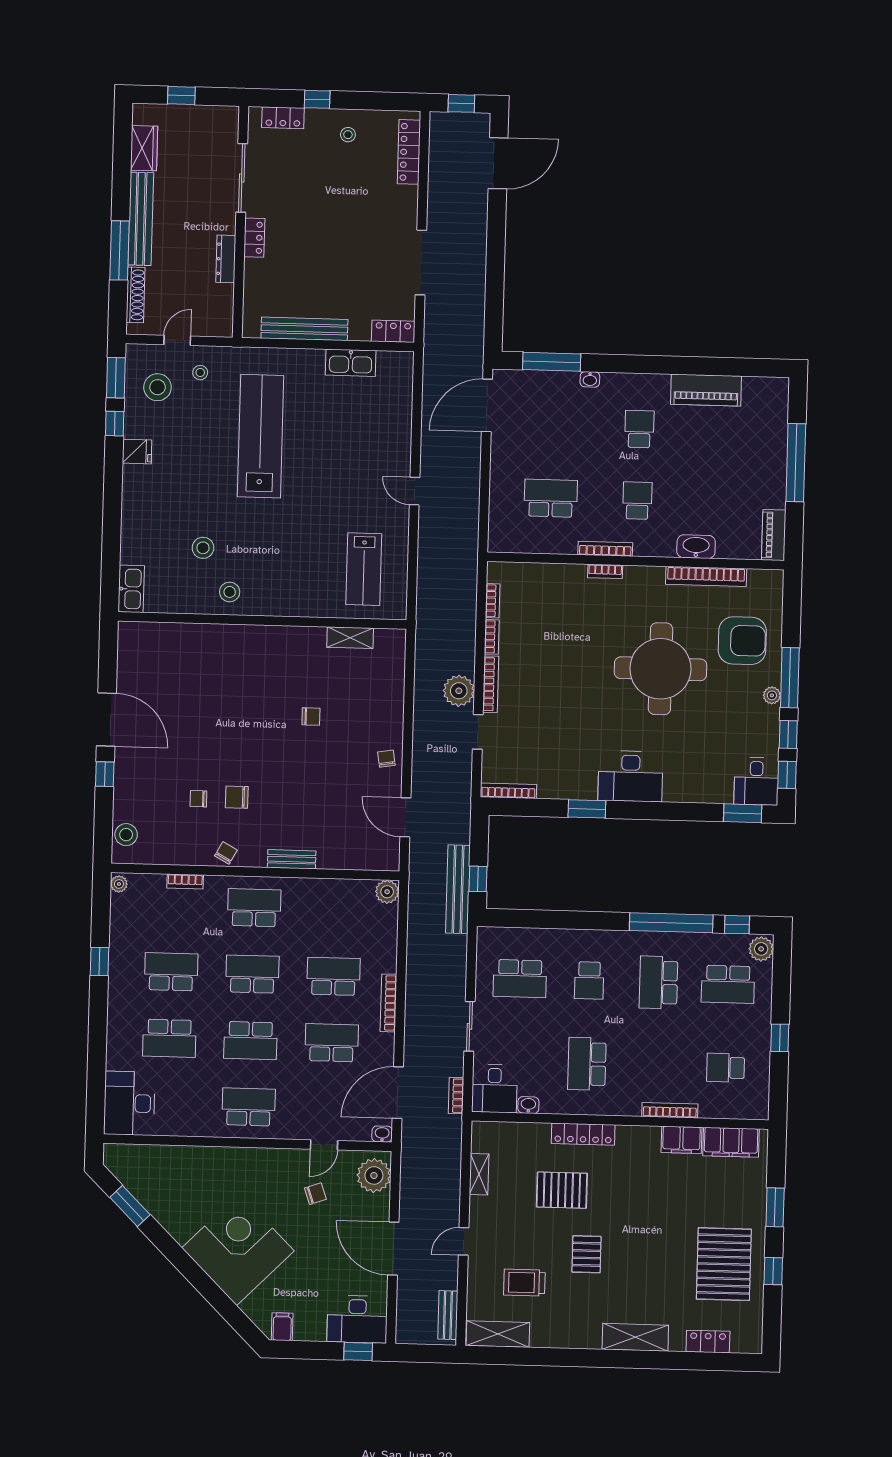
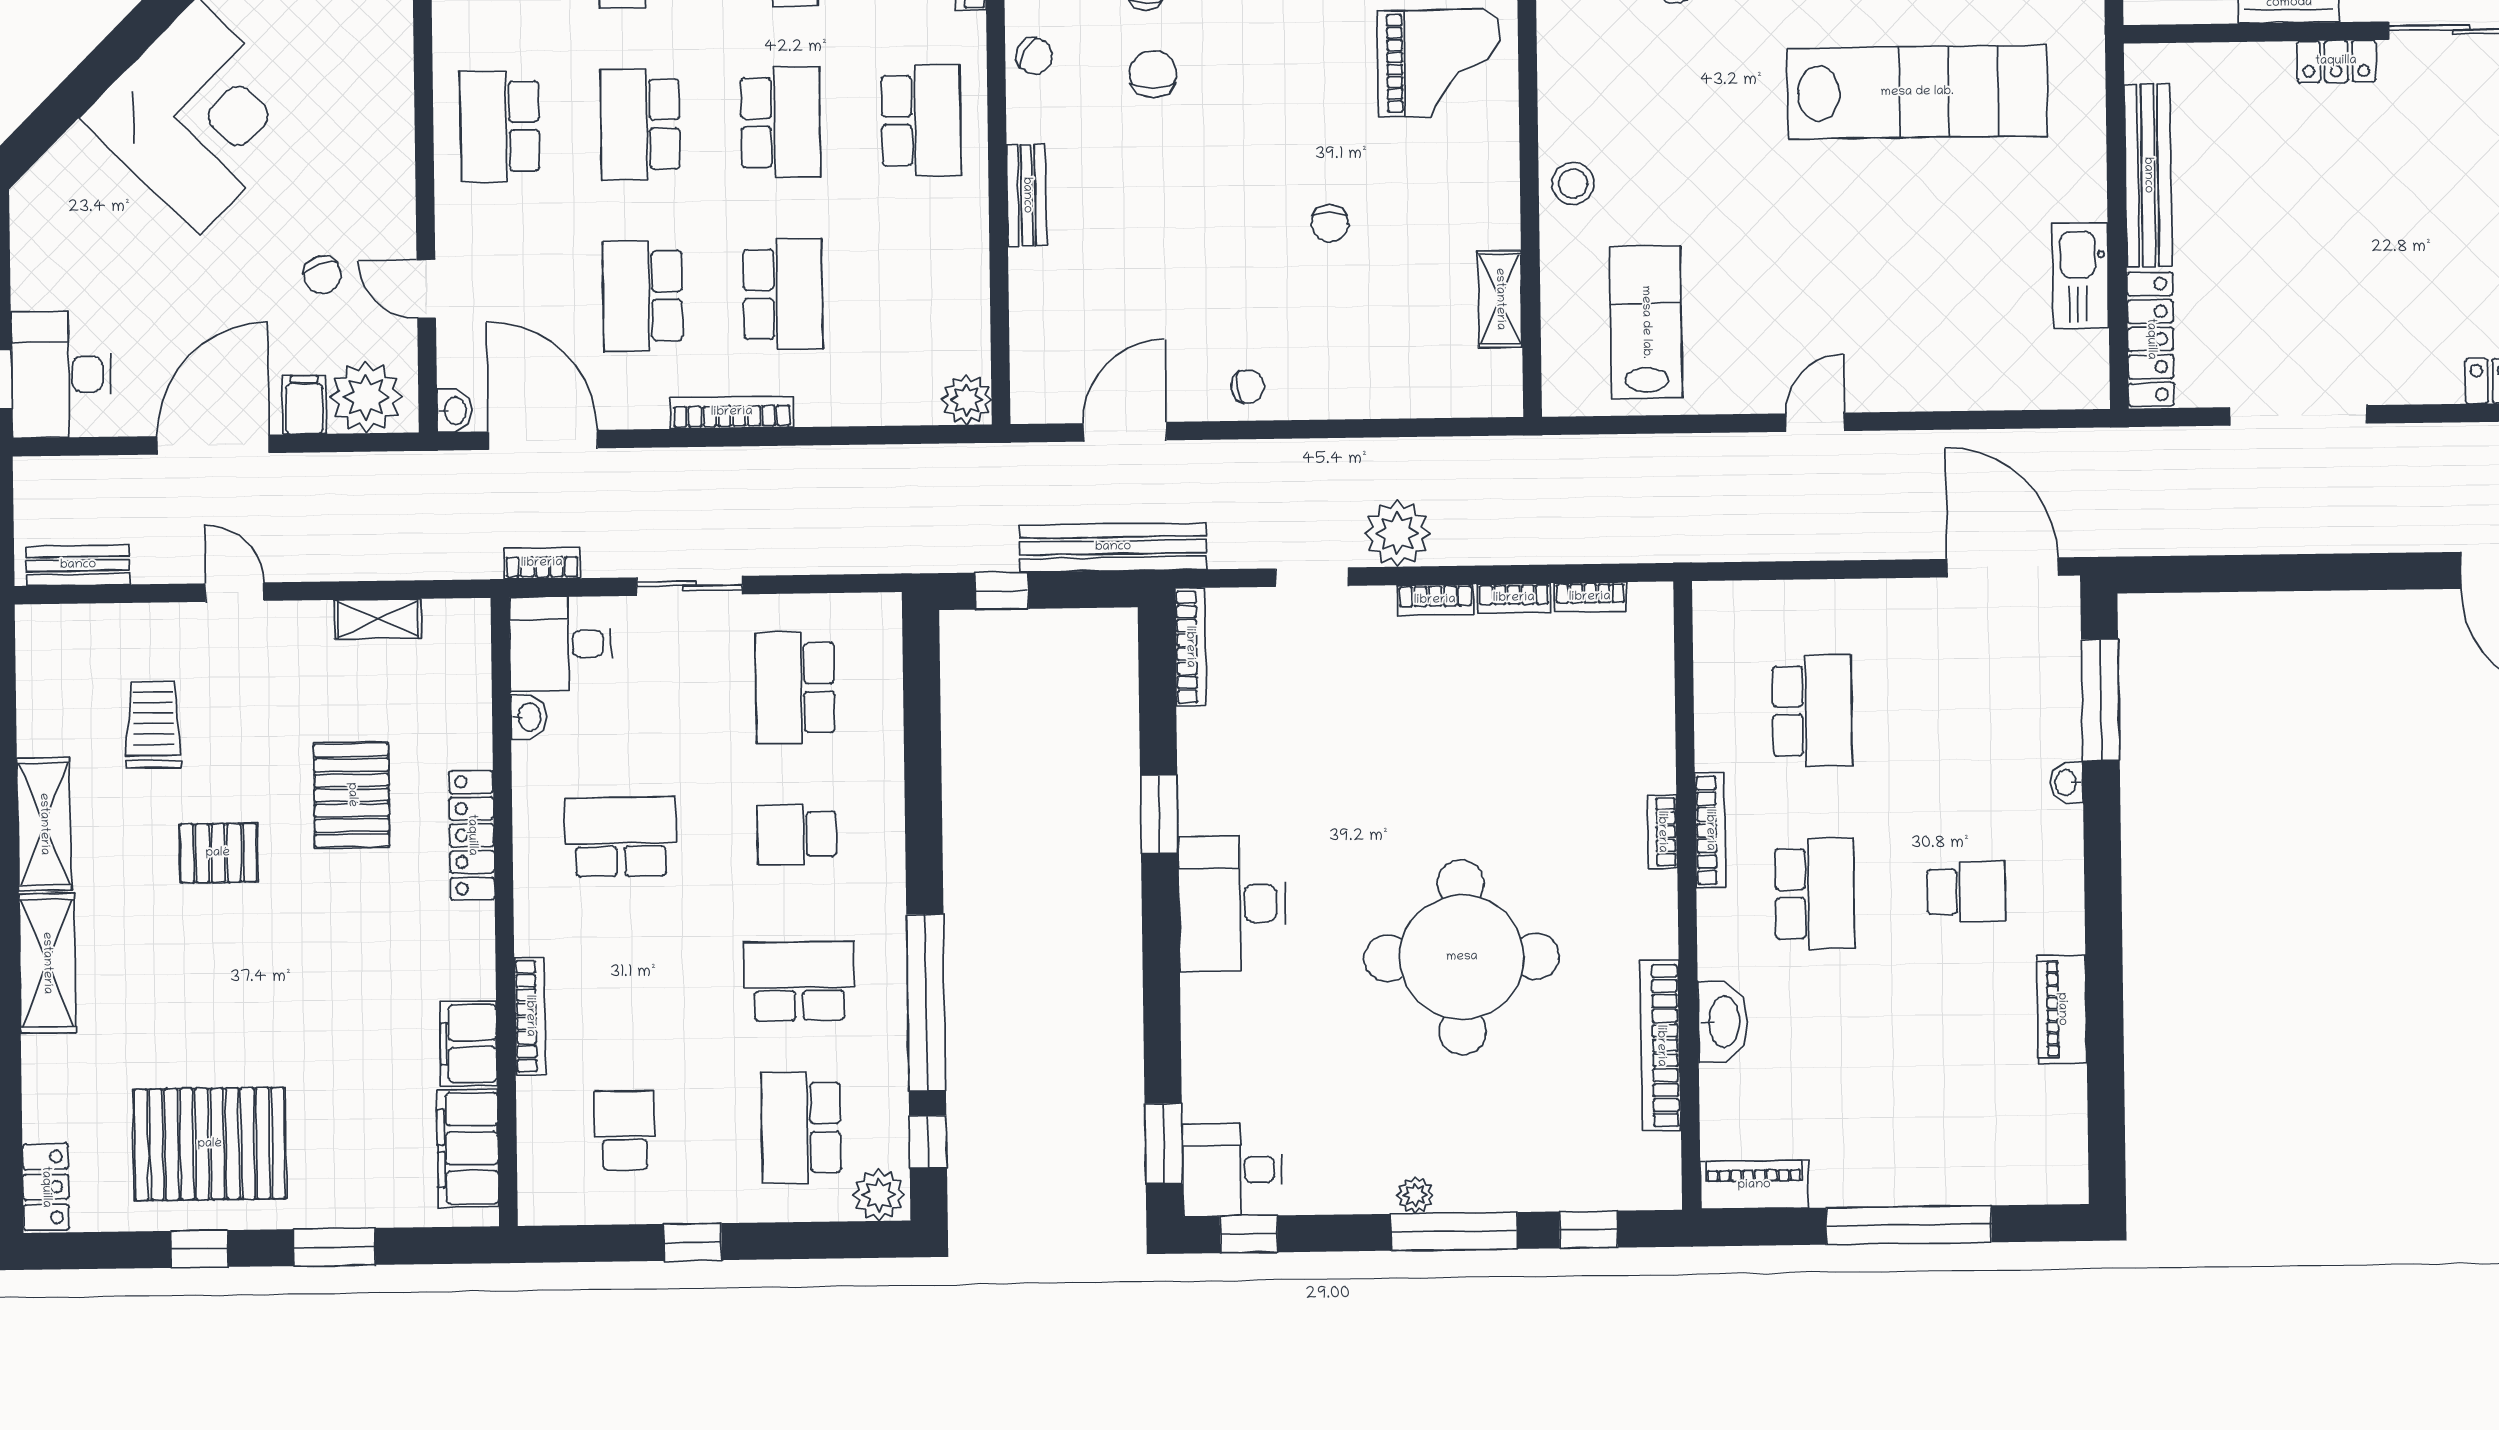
locker: (393, 331) -> (2151, 339), width x1.53
piano: (706, 390) -> (2062, 1009), width x0.73, depth x0.75
school desk: (637, 501) -> (1815, 894), width x1.85
lab bench: (364, 569) -> (1646, 322), turned 90
stool: (230, 592) -> (1573, 183), moved
armchair: (742, 641) -> (1528, 1128), removed
grand piano: (237, 662) -> (1439, 63), added
bookcase: (491, 684) -> (1435, 600), width x0.64
window: (788, 734) -> (1589, 1230), moved
bench: (458, 889) -> (1113, 547), moved
school desk: (332, 1043) -> (643, 296), turned 180
school desk: (249, 1107) -> (500, 126), turned 180
filing cabinet: (282, 1327) -> (304, 405), moved, turned -90
shelving: (498, 1334) -> (44, 824), moved
locker: (708, 1342) -> (46, 1187), moved

